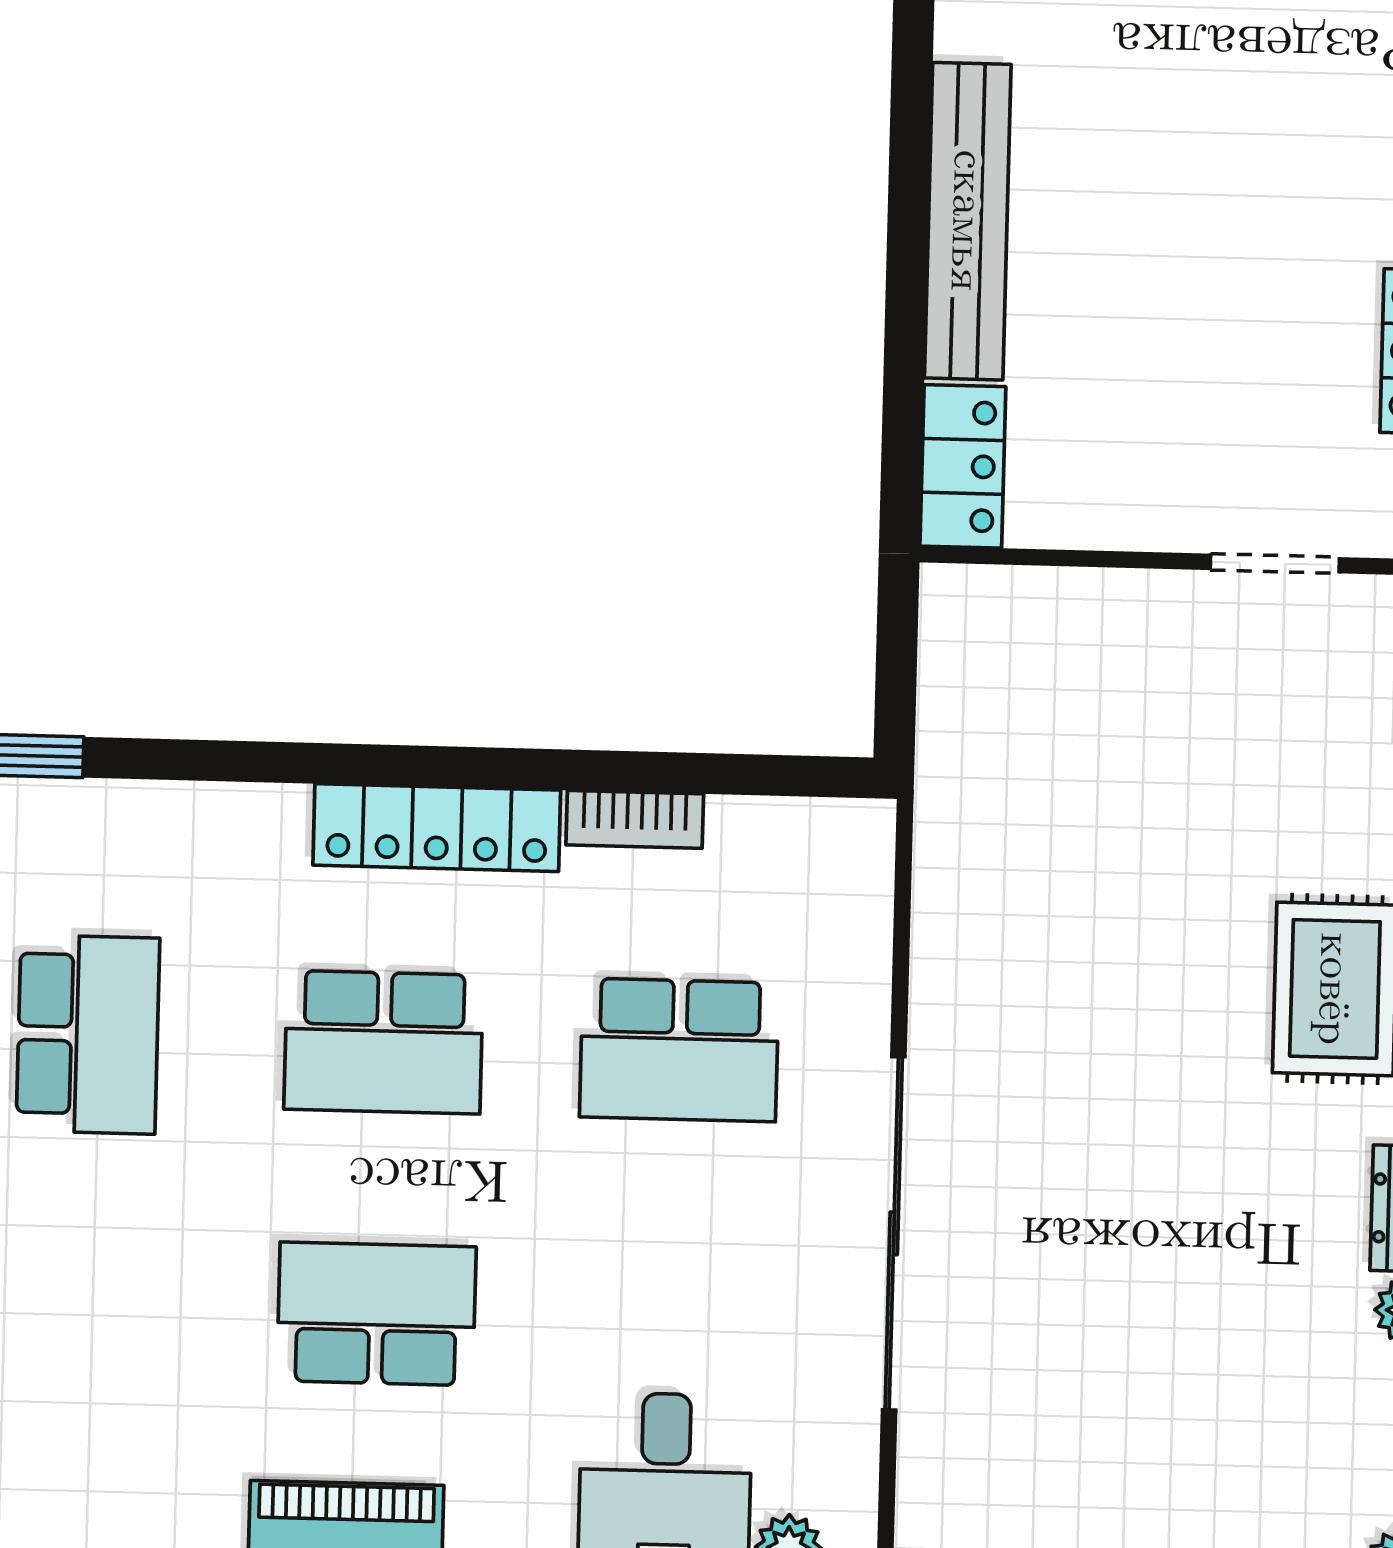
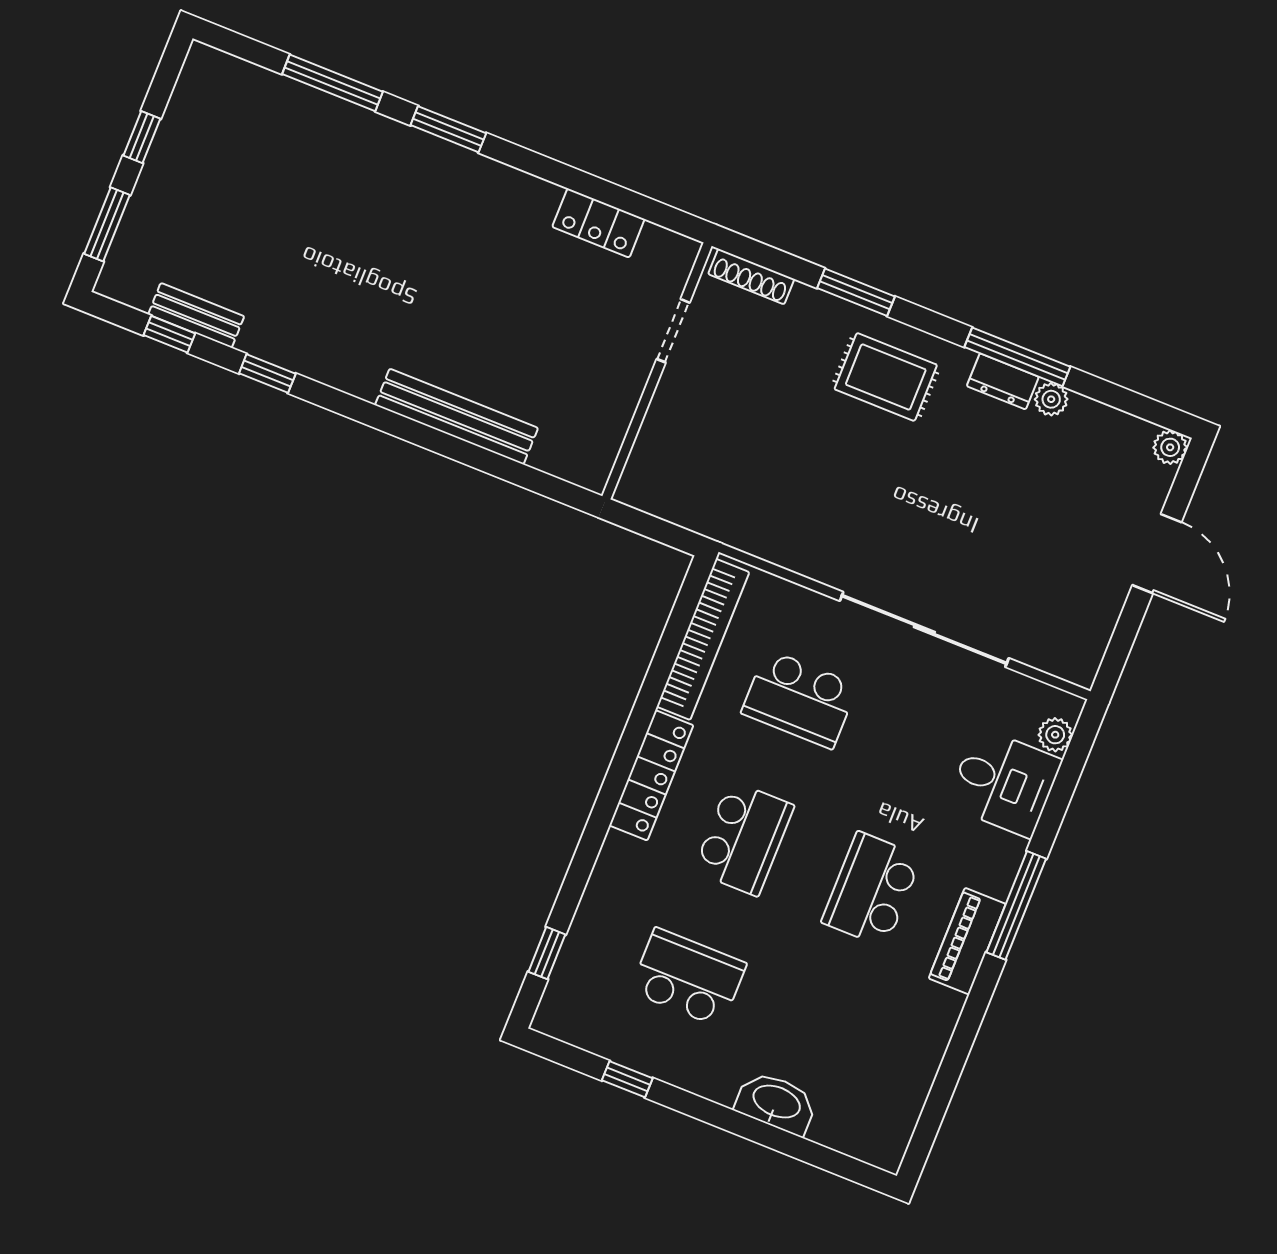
locker: (963, 466) -> (572, 462), removed
bookcase: (635, 819) -> (703, 639), width x2.31, depth x1.31
school desk: (679, 1050) -> (799, 699), turned 90

